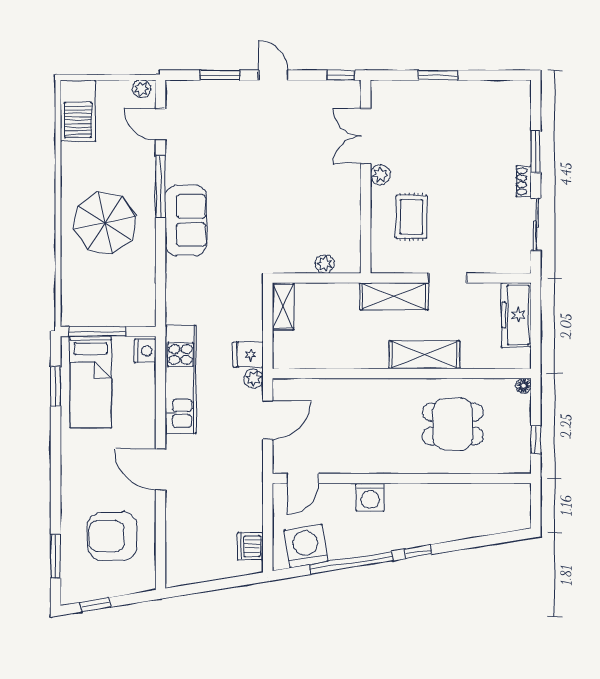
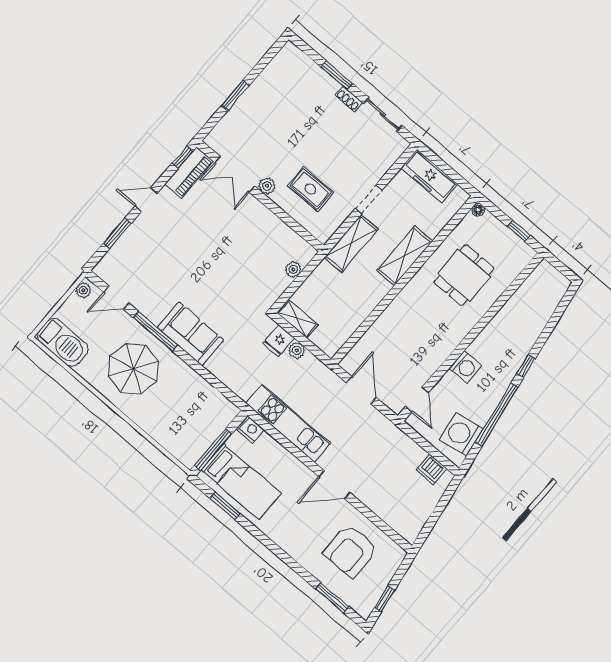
piano: (331, 93) -> (189, 172), added
parasol: (105, 223) -> (133, 369), moved
fridge: (248, 354) -> (279, 341), moved
plant: (253, 379) -> (297, 350), moved

